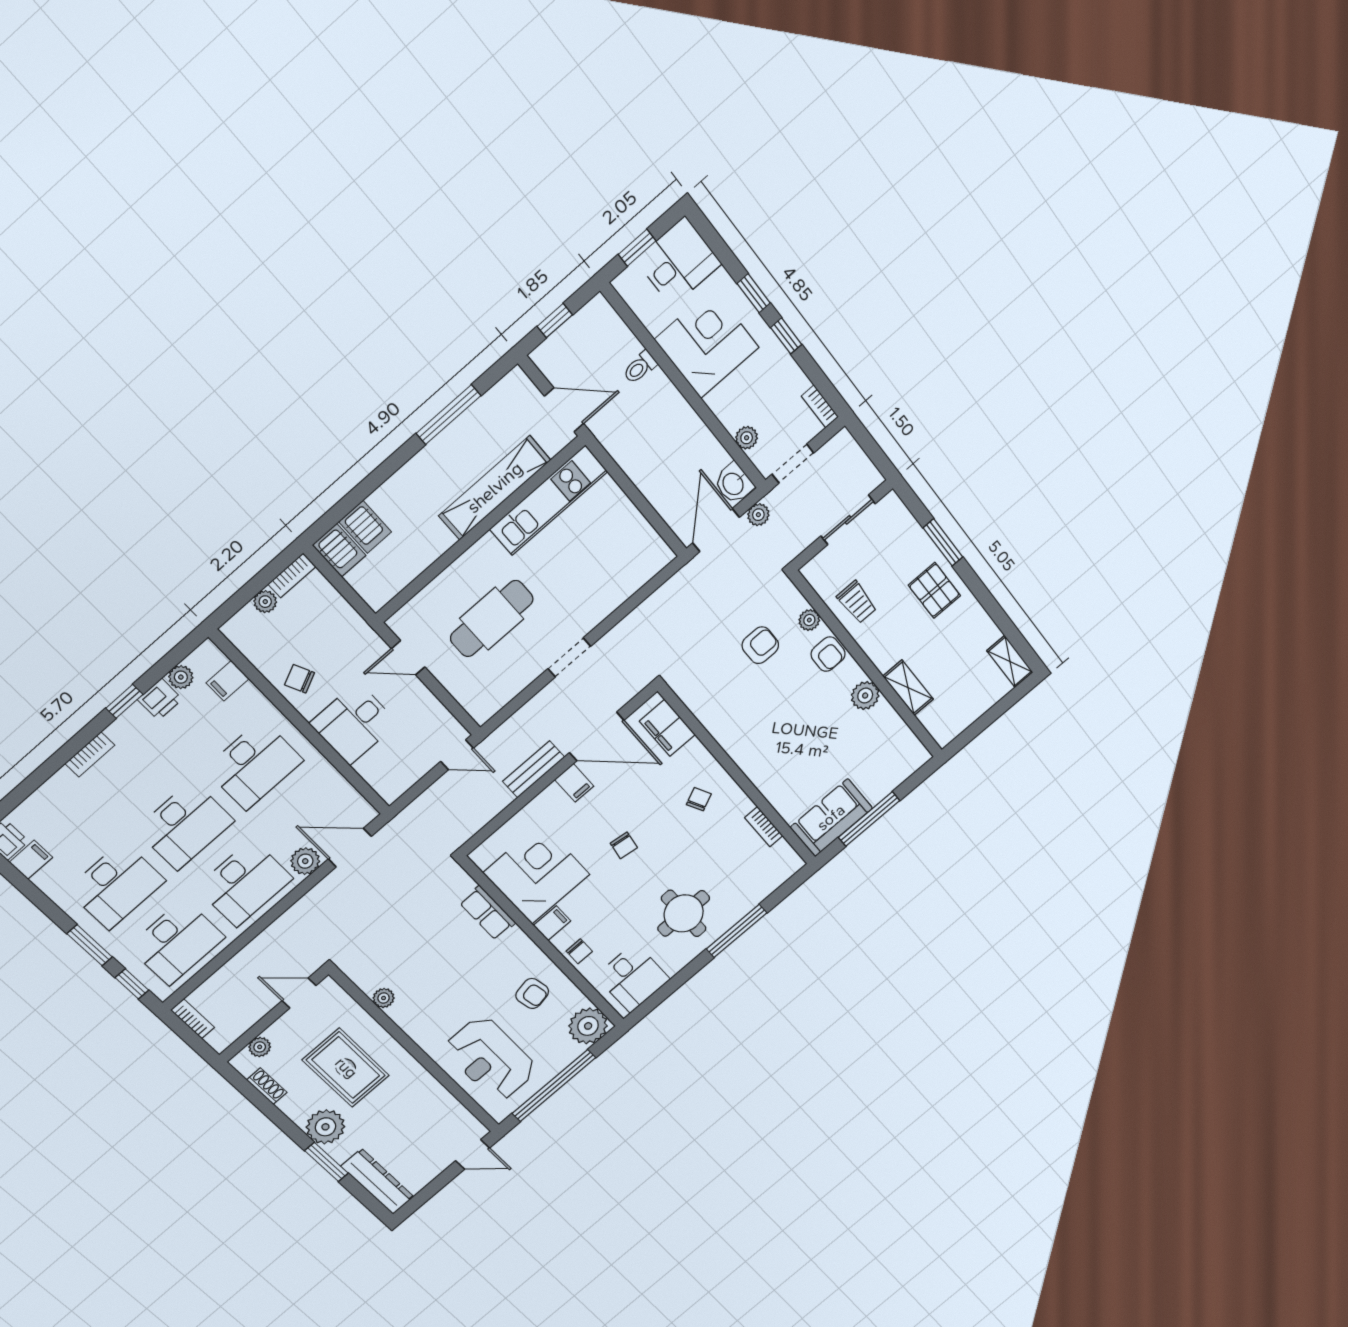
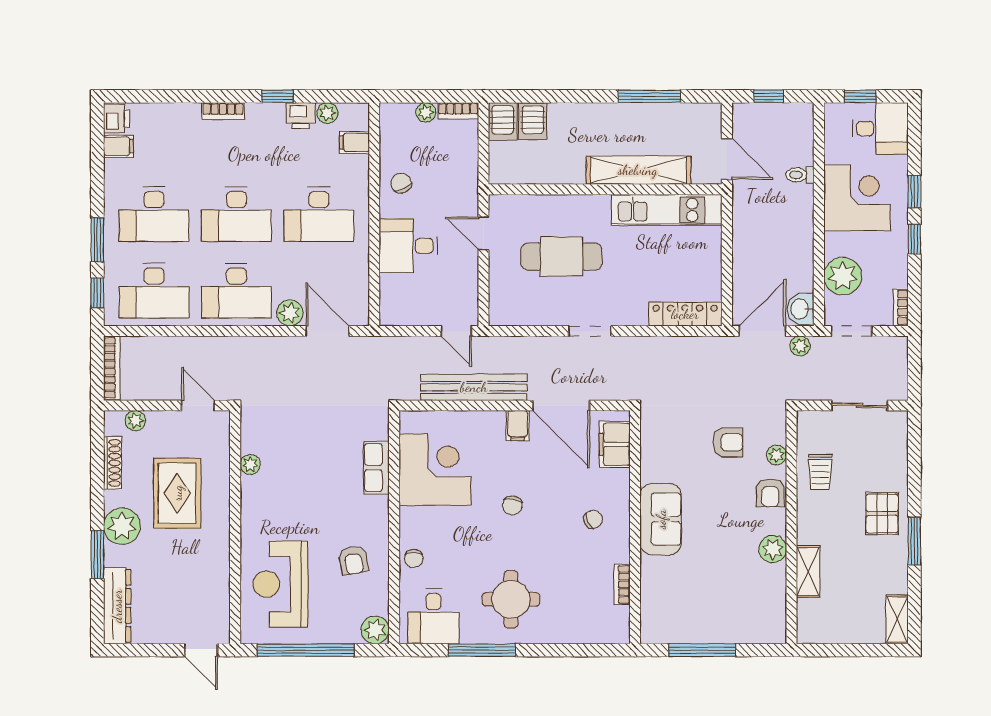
plant: (747, 438) -> (843, 276), width x1.88, depth x1.88
window: (943, 542) -> (914, 541), moved
locker: (638, 574) -> (685, 314), added
bench: (534, 769) -> (474, 387), width x1.86, depth x1.21
sofa: (831, 818) -> (661, 519), moved, turned 90
filing cabinet: (552, 923) -> (413, 518), removed
window: (737, 931) -> (482, 650), moved
bookcase: (193, 1019) -> (112, 368), width x1.56
plant: (588, 1026) -> (375, 630), width x0.73, depth x0.73
shoe rack: (267, 1086) -> (112, 463), width x1.43

